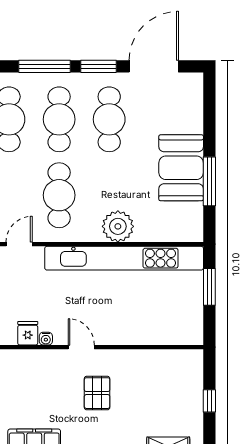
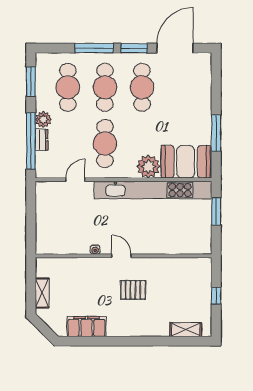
booth: (181, 168) -> (186, 162), moved, turned 90
fridge: (28, 333) -> (82, 246), removed
pallet: (97, 393) -> (133, 290), turned 90

